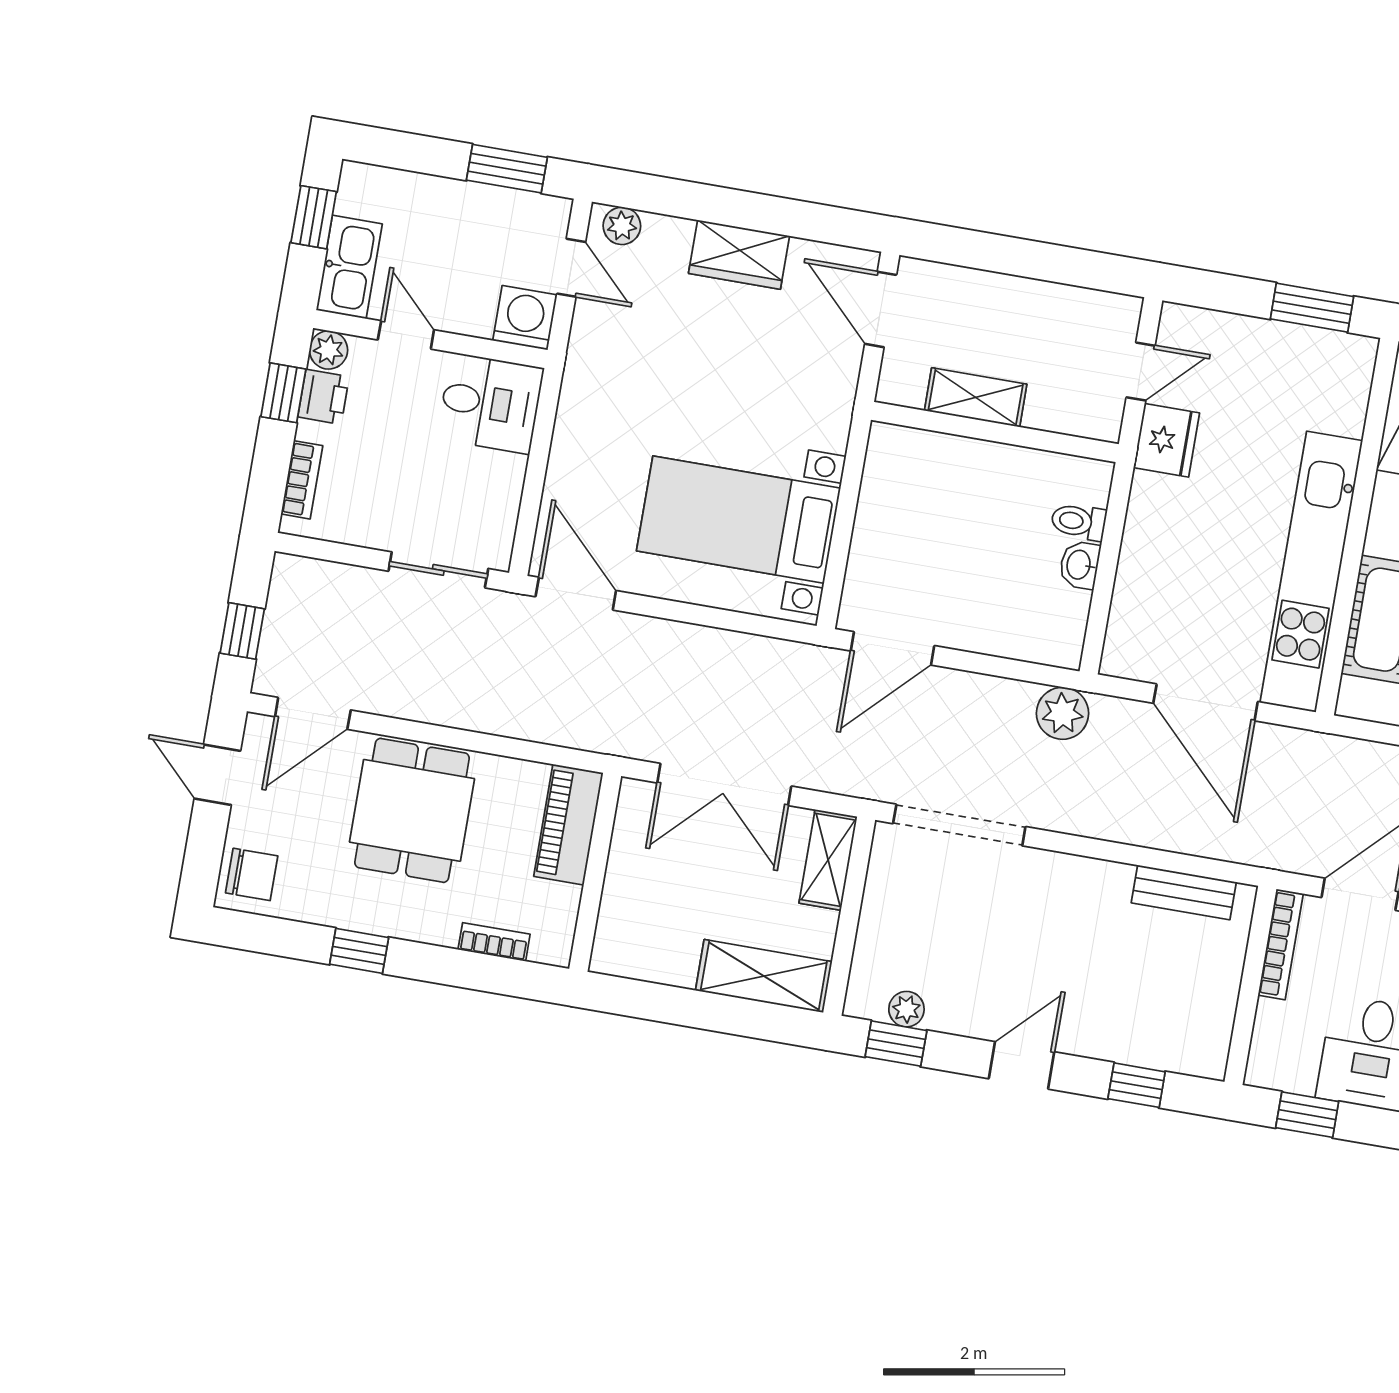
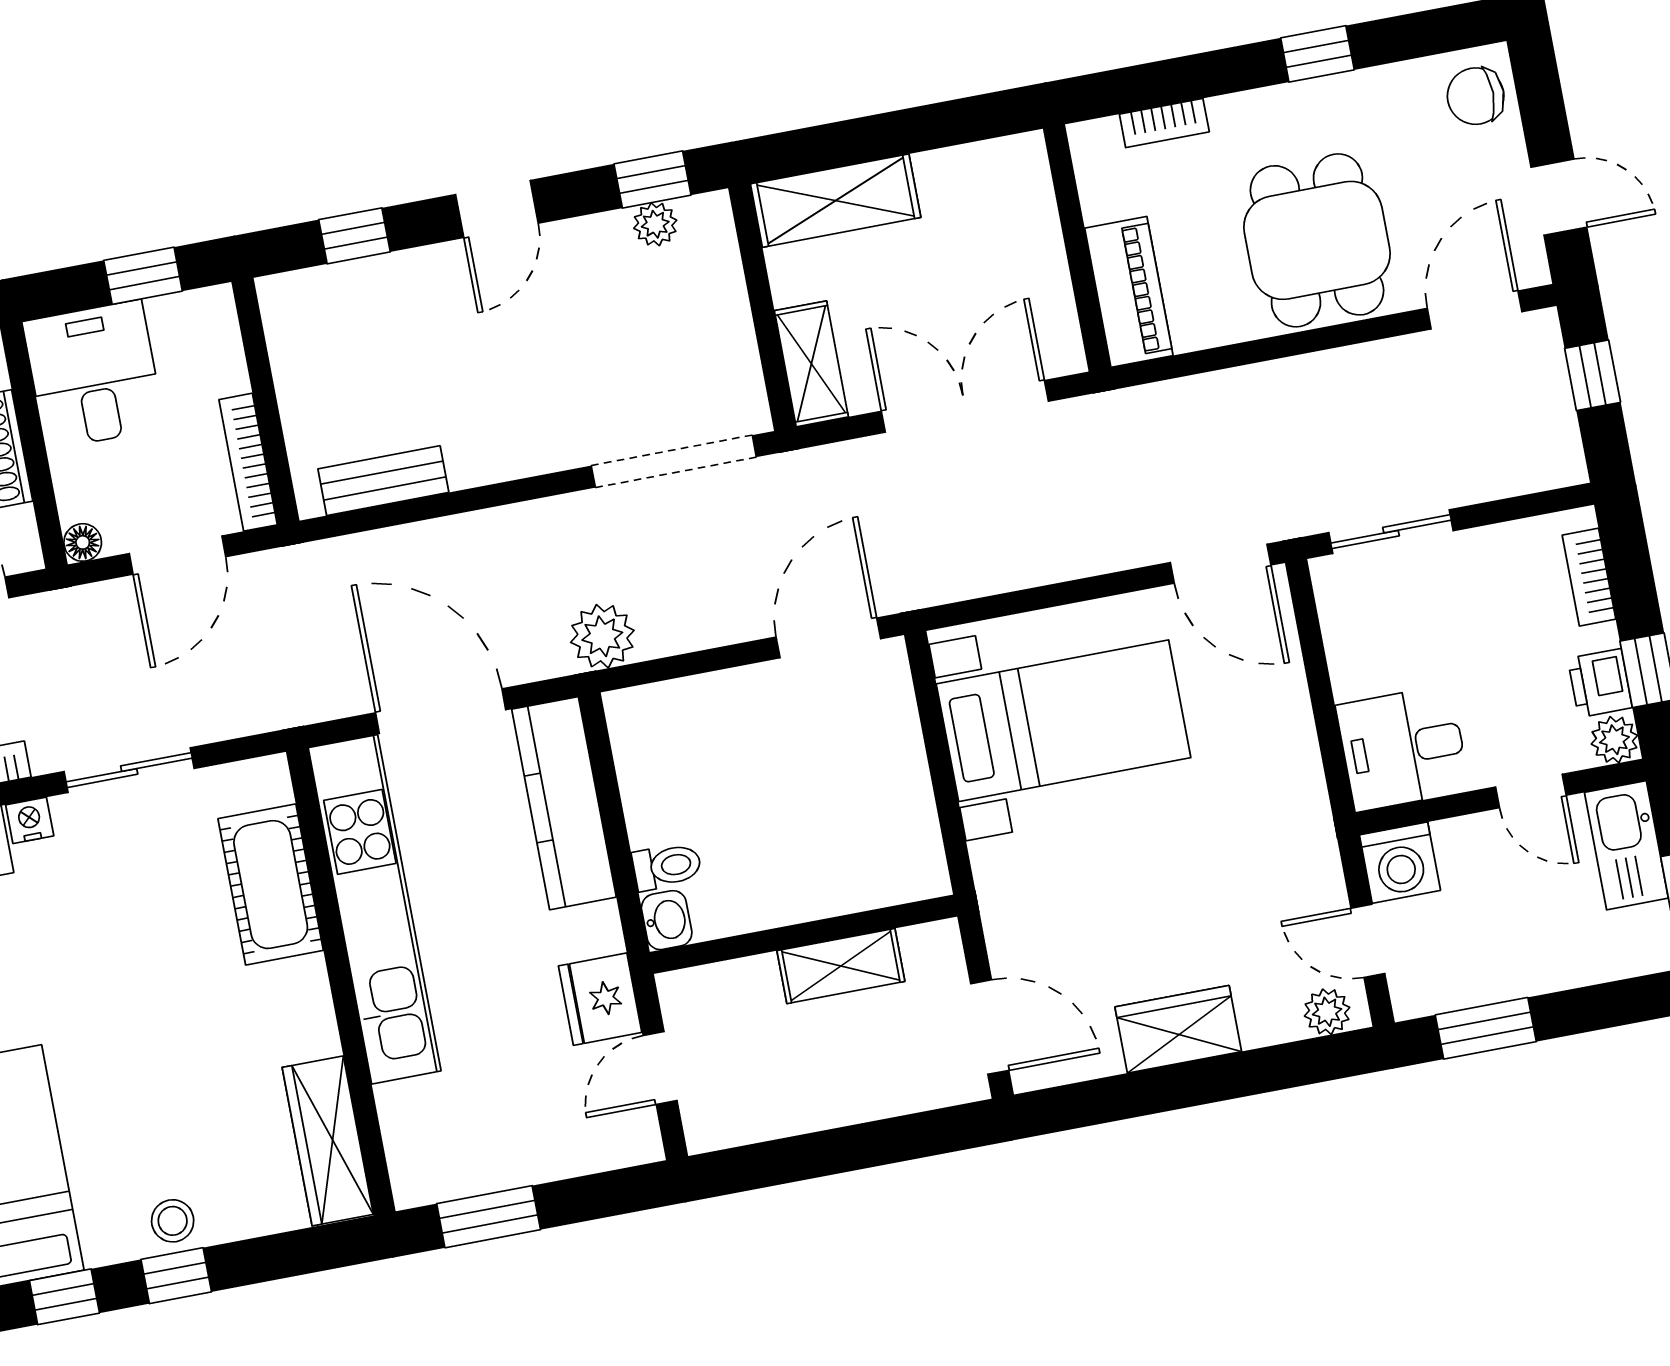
washbasin: (1080, 565) -> (667, 920), moved
kitchen counter: (1138, 598) -> (564, 803), added

